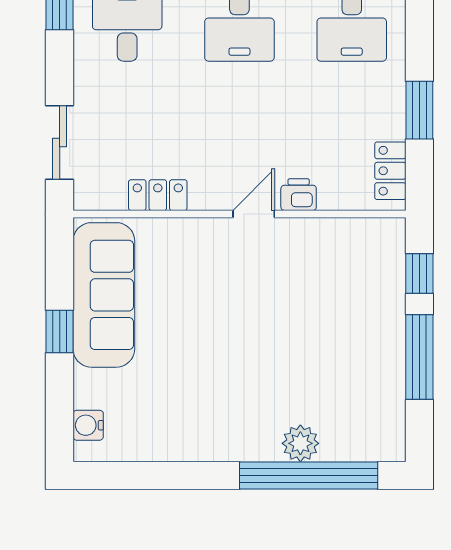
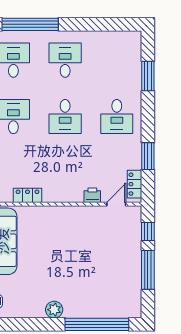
door: (254, 214) -> (116, 204), moved
plant: (300, 443) -> (54, 310), moved

